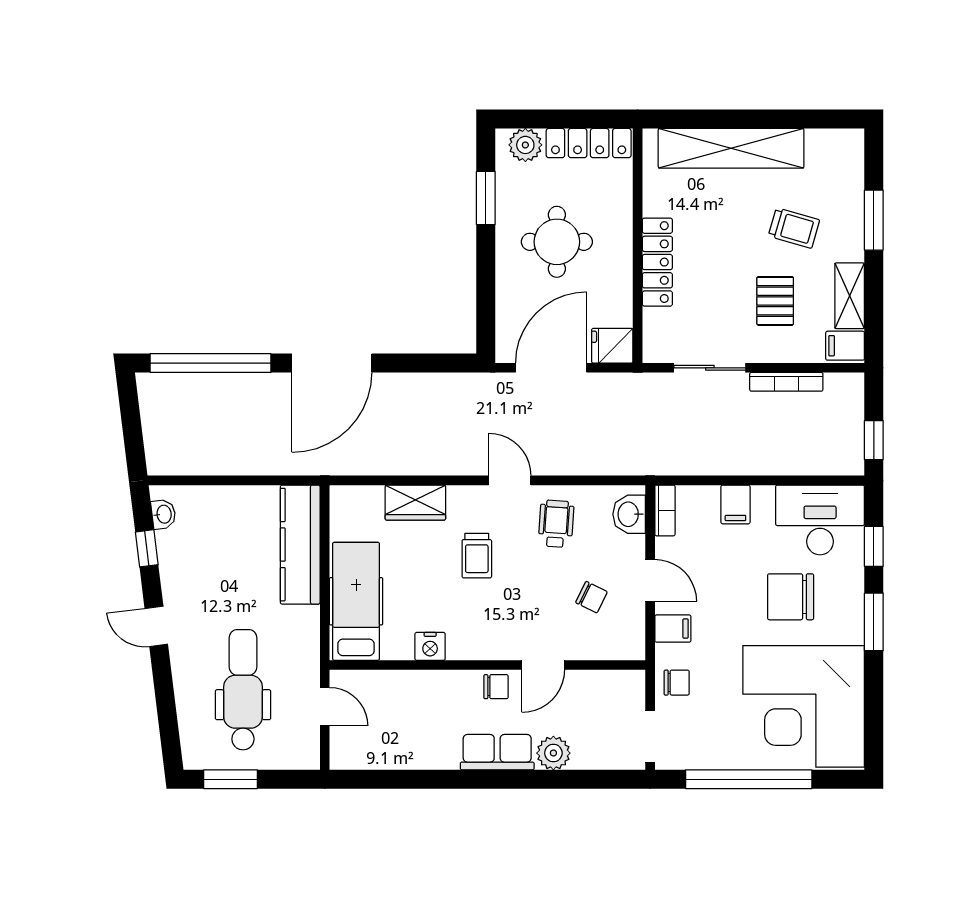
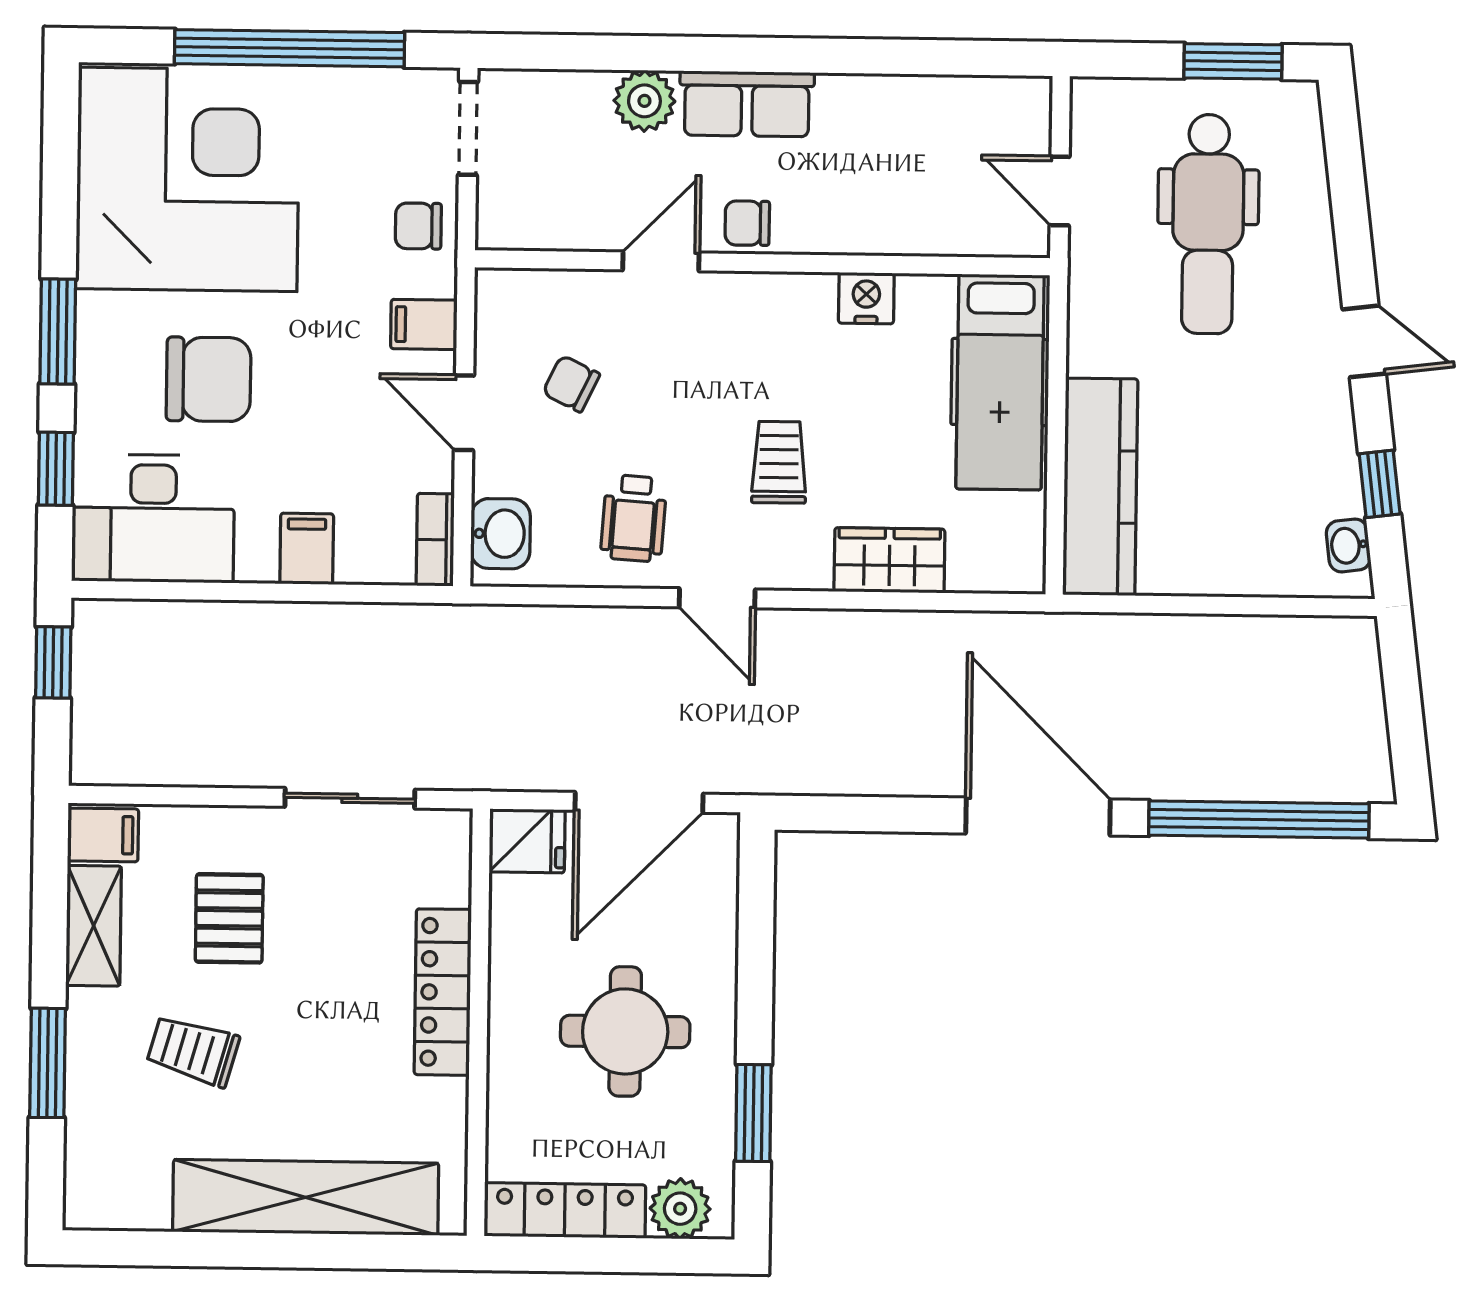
door: (332, 363) -> (1038, 816), hinge flipped
bookcase: (786, 382) -> (211, 771), removed

